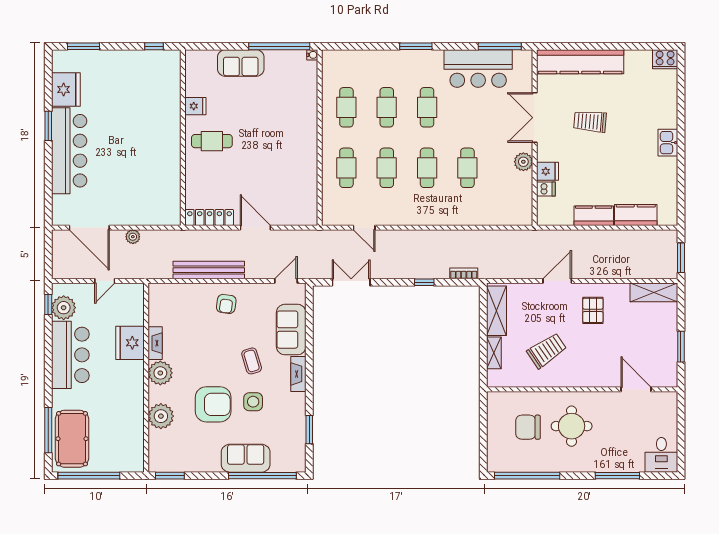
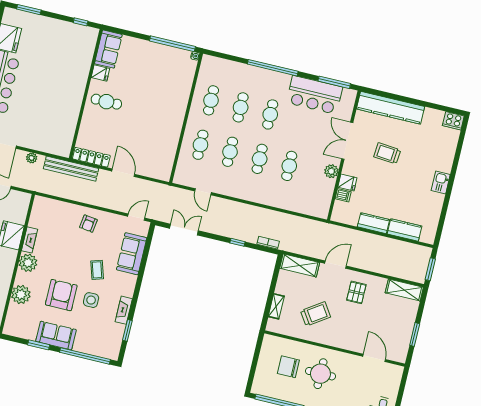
window: (416, 46) -> (273, 68), width x2.11
sofa: (241, 63) -> (108, 49), moved, turned -90
bench: (209, 270) -> (71, 169), moved
shelving: (497, 311) -> (300, 265), moved, turned 90
fireplace: (298, 374) -> (124, 310), moved
armchair: (213, 404) -> (61, 295), turned -90
sofa: (246, 458) -> (56, 336), moved
window: (170, 476) -> (39, 345), moved

